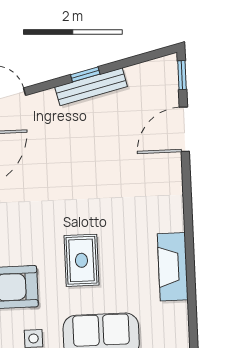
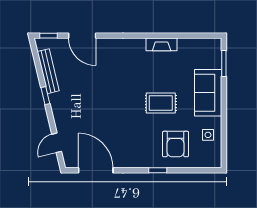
bench: (91, 87) -> (48, 71), moved
fireplace: (173, 267) -> (162, 44), width x0.73, depth x0.76

